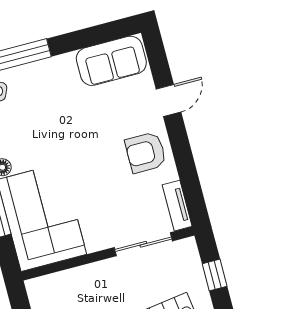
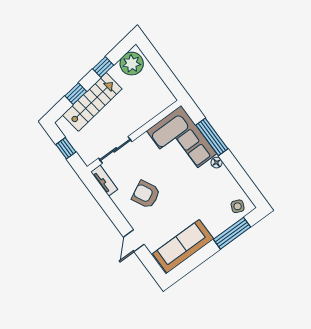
sofa: (111, 61) -> (183, 246), width x1.36
armchair: (146, 152) -> (146, 194), moved, turned -117

